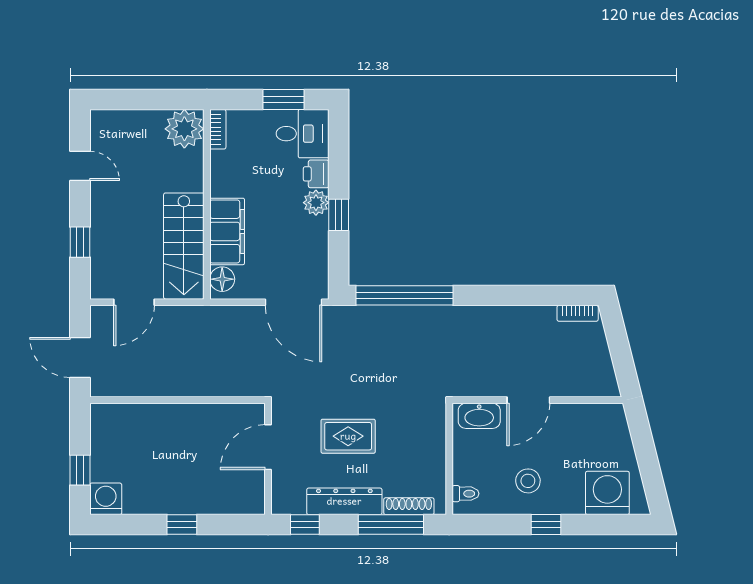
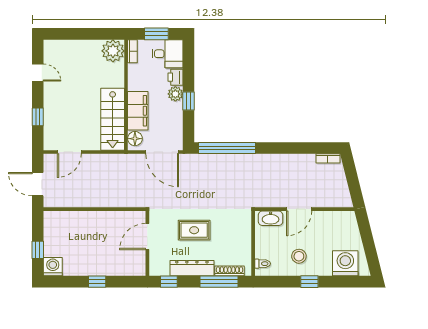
plant: (184, 129) -> (113, 51), moved
bookcase: (218, 129) -> (132, 51), moved
wall: (207, 204) -> (126, 95), moved
filing cabinet: (227, 231) -> (138, 111), moved
stairs: (184, 246) -> (113, 119), moved
floor lamp: (222, 279) -> (135, 139), moved

